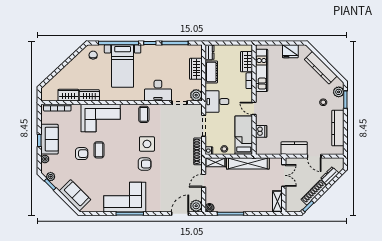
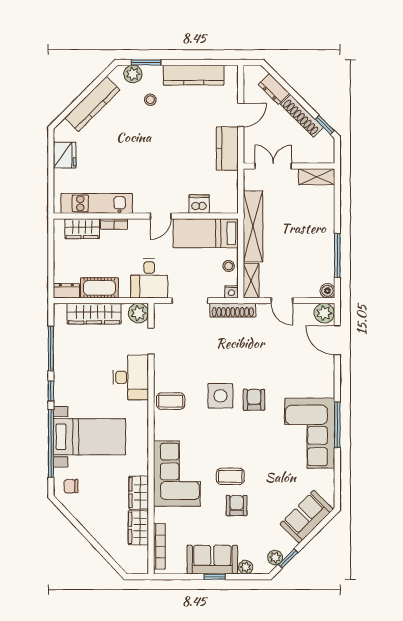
wardrobe: (196, 69) -> (94, 314), width x1.50

